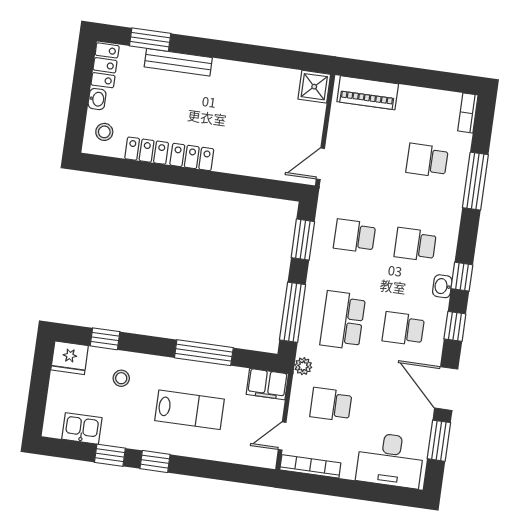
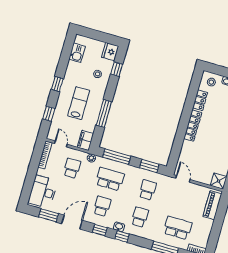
locker: (192, 157) -> (193, 126), width x1.53
school desk: (427, 160) -> (178, 228), width x1.85
lab bench: (189, 410) -> (79, 103), turned 180
window: (110, 455) -> (49, 114), moved

